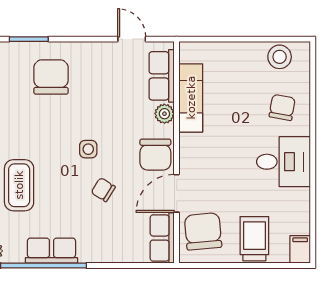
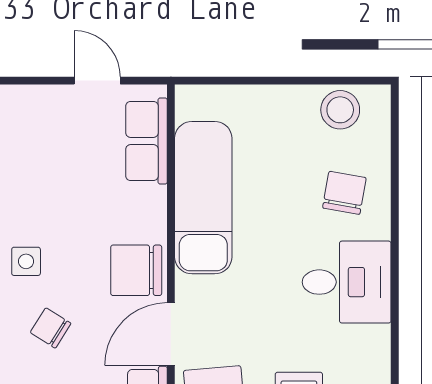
exam couch: (191, 98) -> (203, 198), width x1.36, depth x1.45
plant: (164, 114) -> (151, 203), removed
chair: (155, 155) -> (136, 270), turned 90

